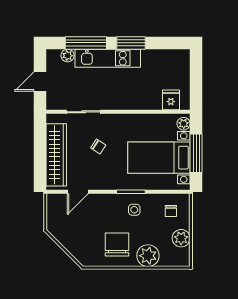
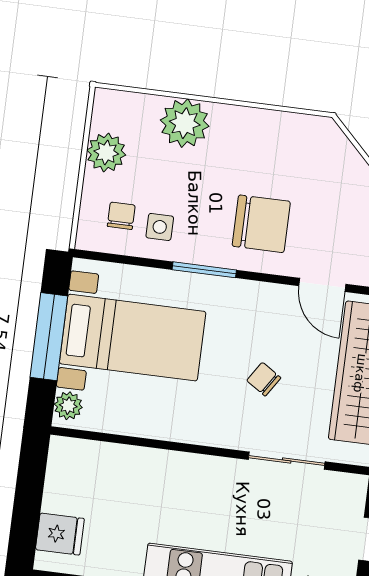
fridge: (171, 100) -> (60, 534), moved, turned -90
door: (78, 192) -> (322, 285), swing flipped
side table: (134, 210) -> (160, 227), moved
chair: (117, 245) -> (261, 224), moved, turned -90

